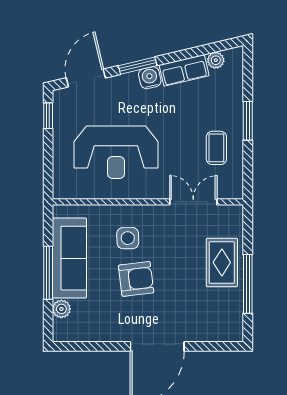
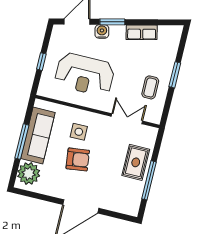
plant: (216, 60) -> (164, 31), removed
water cooler: (150, 78) -> (102, 31), moved
window: (48, 116) -> (41, 62), moved
plant: (61, 309) -> (29, 173), width x1.87, depth x1.87

